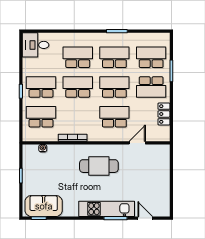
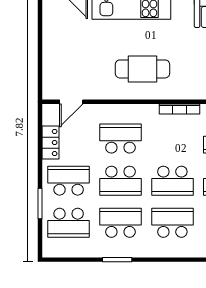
school desk: (78, 57) -> (172, 223), turned 180
school desk: (114, 57) -> (120, 223), turned 180
school desk: (114, 117) -> (120, 139), turned 180
door: (137, 143) -> (71, 102), moved

